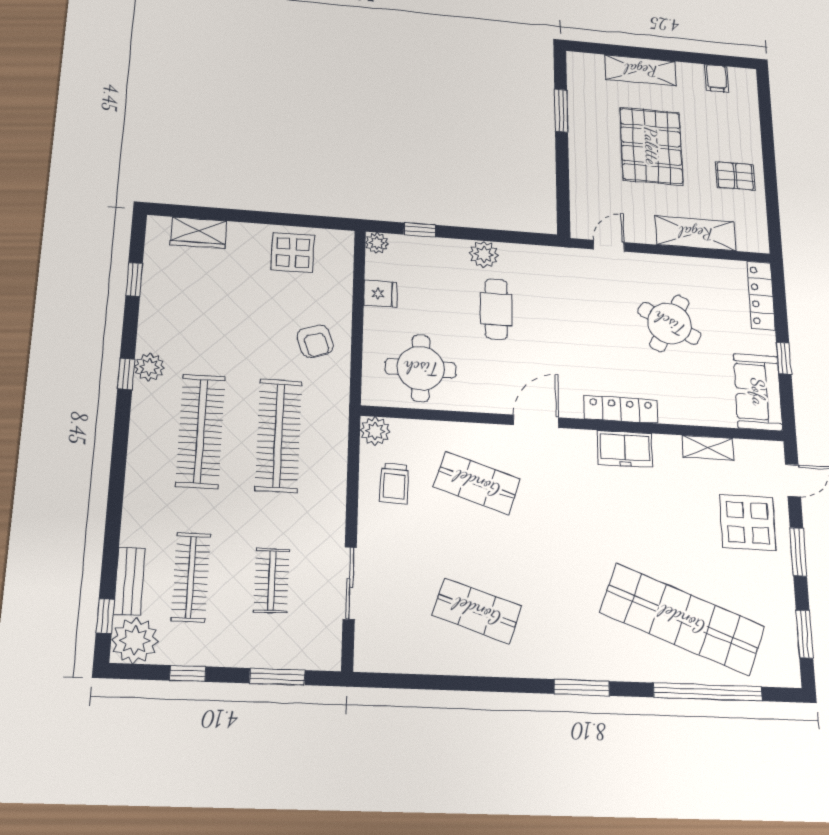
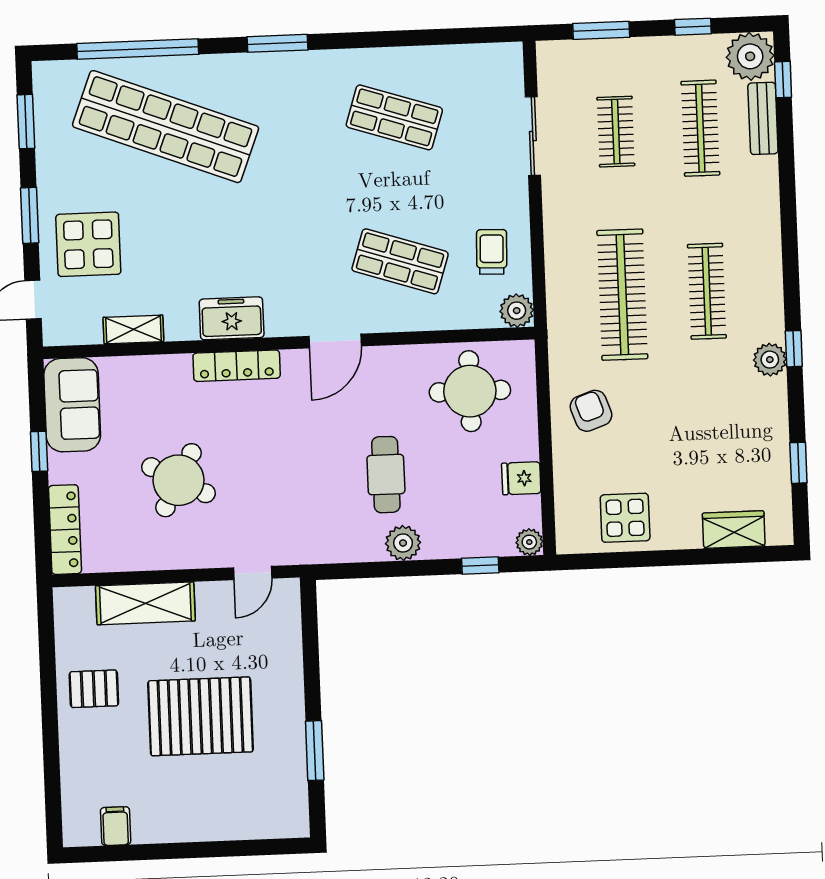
shelving: (641, 70) -> (214, 823), removed
pallet: (651, 146) -> (201, 716), turned 90
clothes rail: (201, 431) -> (707, 291), width x0.73, depth x0.76

